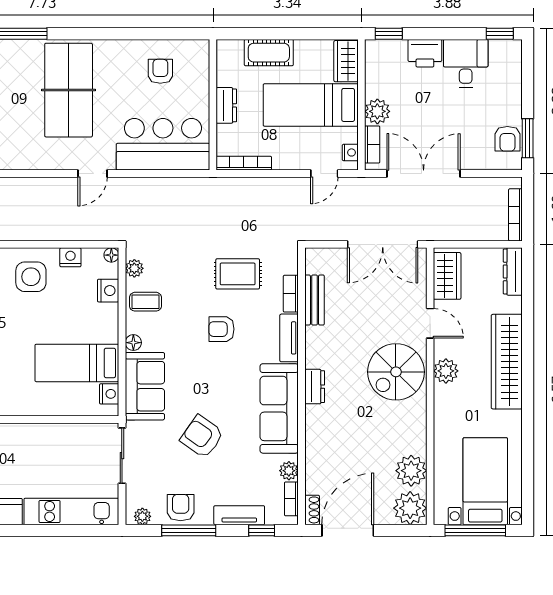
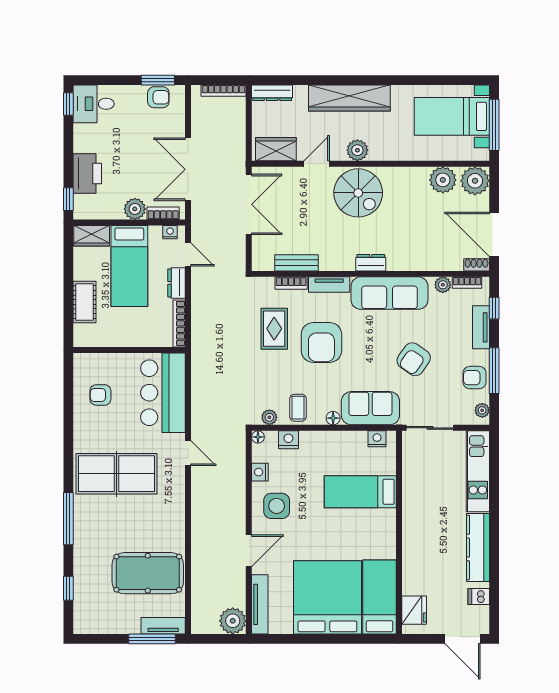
printer: (425, 53) -> (87, 173), width x1.37, depth x1.19
desk: (466, 63) -> (94, 104), moved
dresser: (226, 105) -> (177, 283), moved, turned -90
armchair: (222, 329) -> (321, 342), width x1.88, depth x1.88
bed: (77, 363) -> (360, 492), moved, turned 90

